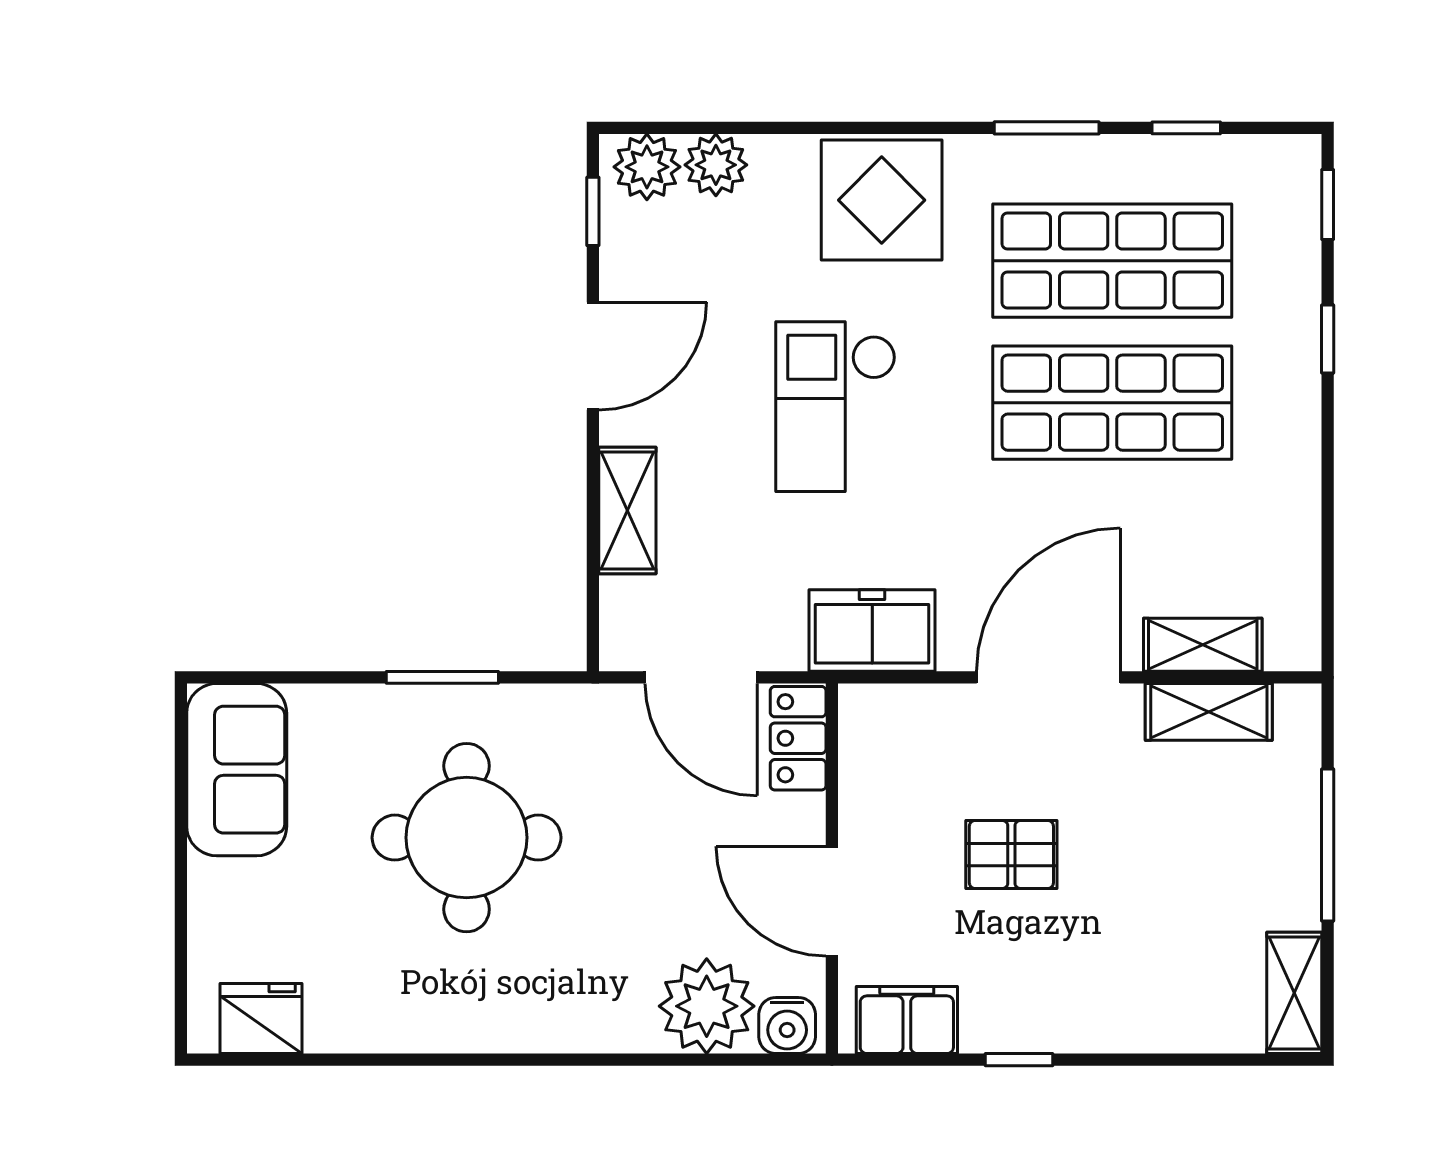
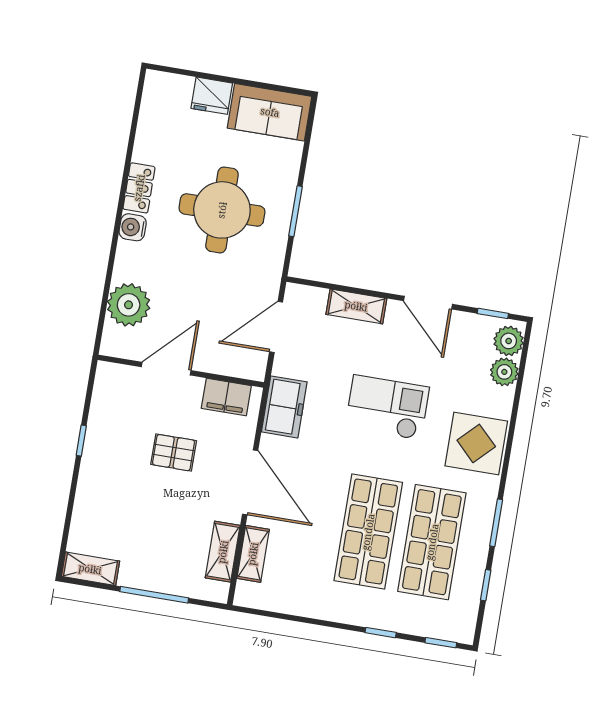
locker: (798, 738) -> (139, 188), moved, turned 90
pallet: (1011, 855) -> (174, 453), turned 90
fridge: (261, 1019) -> (212, 96), moved, turned 90
filing cabinet: (907, 1020) -> (226, 397), moved, turned 90
water cooler: (787, 1025) -> (133, 227), moved

